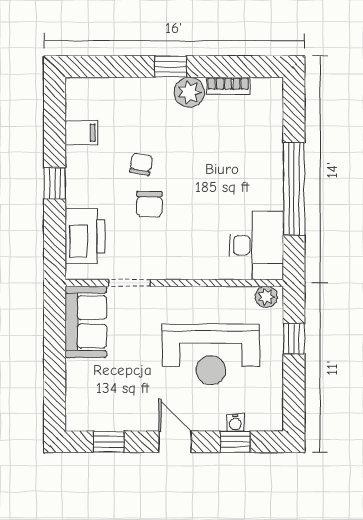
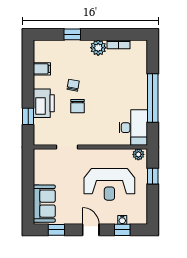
window: (170, 67) -> (72, 34), moved
window: (55, 183) -> (28, 116), moved
printer: (85, 236) -> (44, 103), moved
sofa: (86, 322) -> (44, 204), moved

